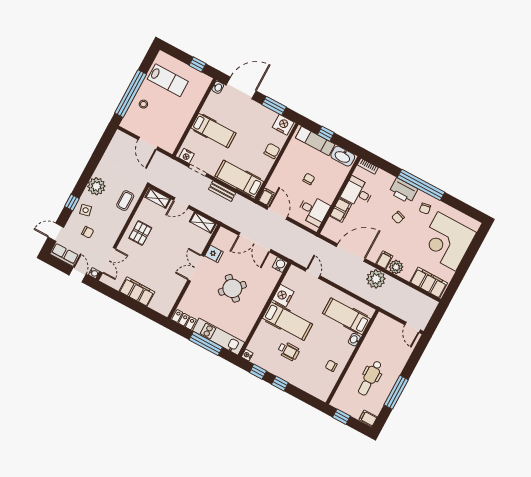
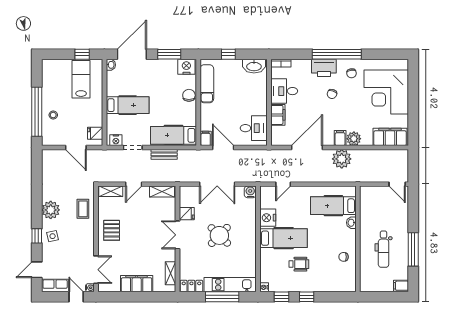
lab bench: (168, 80) -> (81, 79), moved, turned -90
fridge: (172, 140) -> (95, 133), added
exam couch: (315, 141) -> (207, 84), moved, turned -90
chair: (309, 179) -> (235, 103), removed
chair: (88, 232) -> (65, 255), removed
door: (313, 273) -> (283, 184), swing flipped
shelving: (172, 298) -> (171, 273), added
window: (341, 417) -> (377, 297), removed

